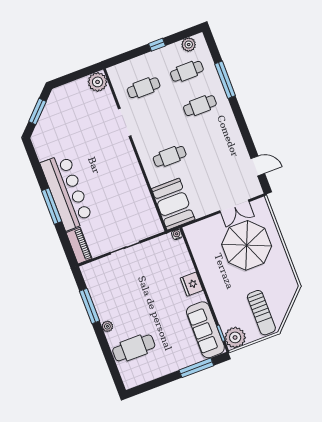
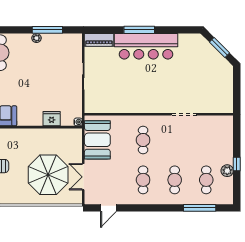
plant: (189, 45) -> (227, 171), moved
window: (225, 80) -> (200, 208), moved
plant: (98, 82) -> (225, 105), removed
cafe table: (144, 88) -> (143, 180), moved
booth: (173, 204) -> (97, 140), moved, turned 90
fridge: (192, 284) -> (52, 119), moved
plant: (107, 326) -> (36, 38), moved

